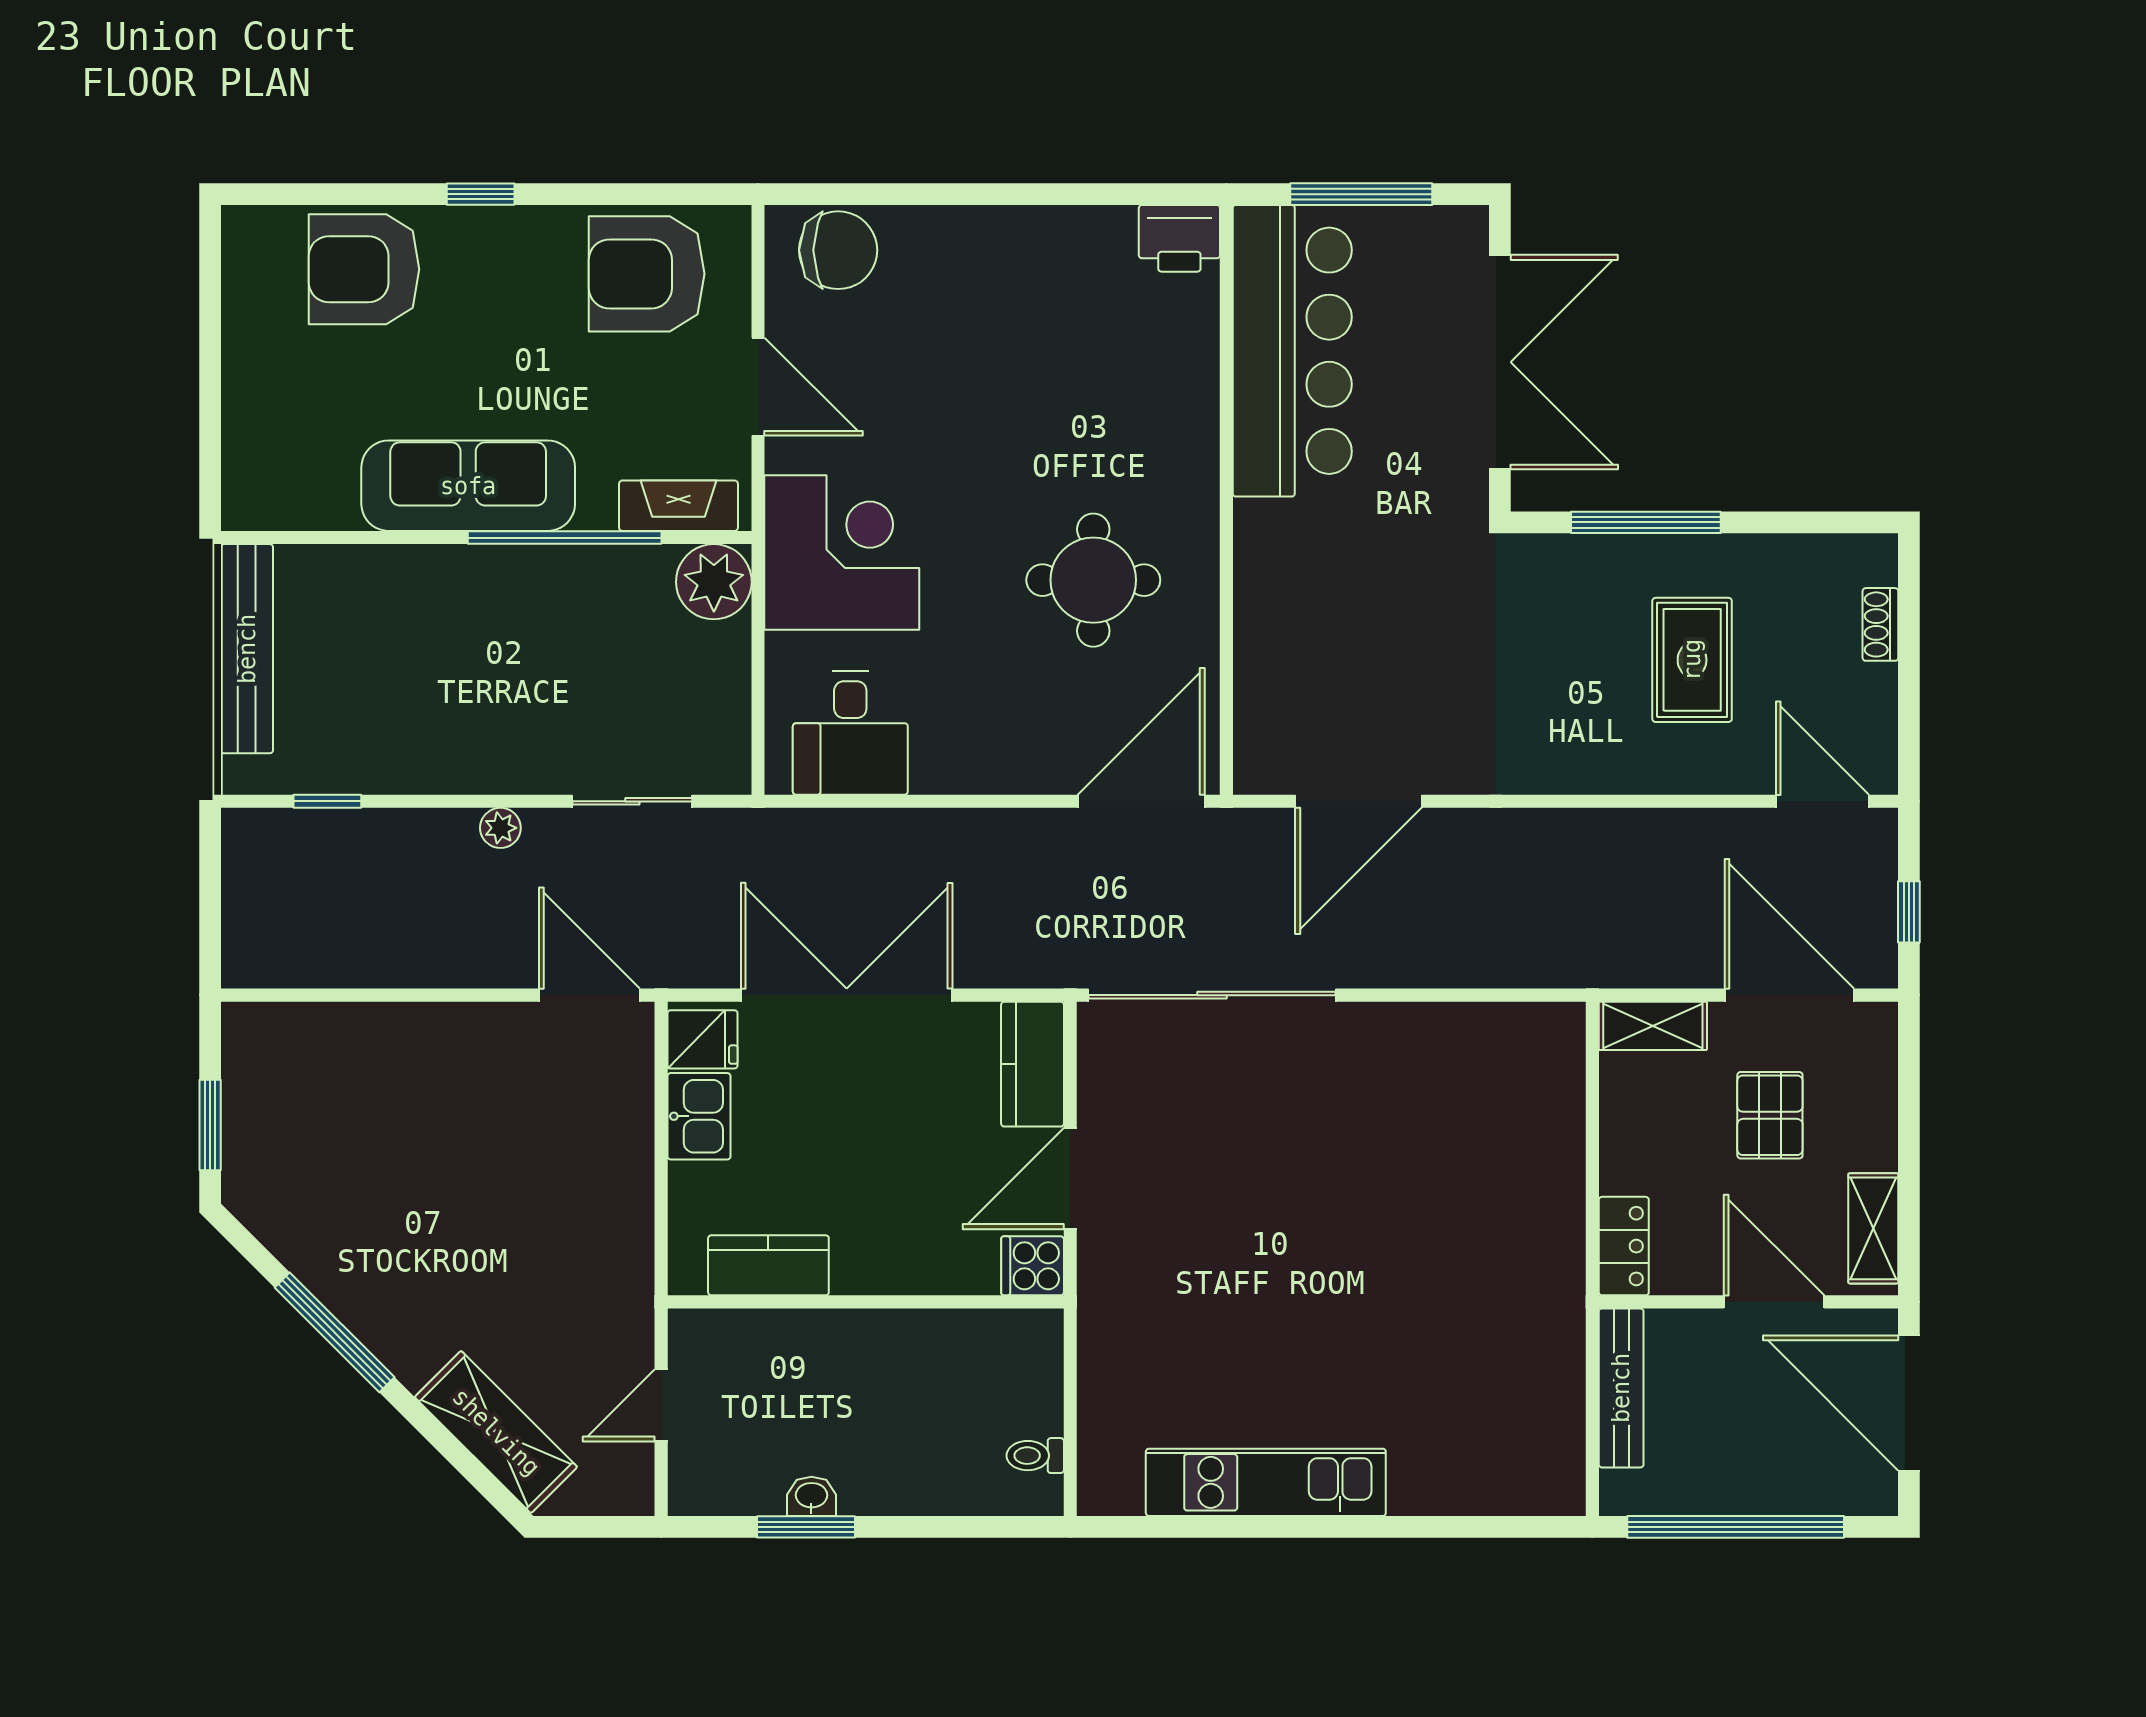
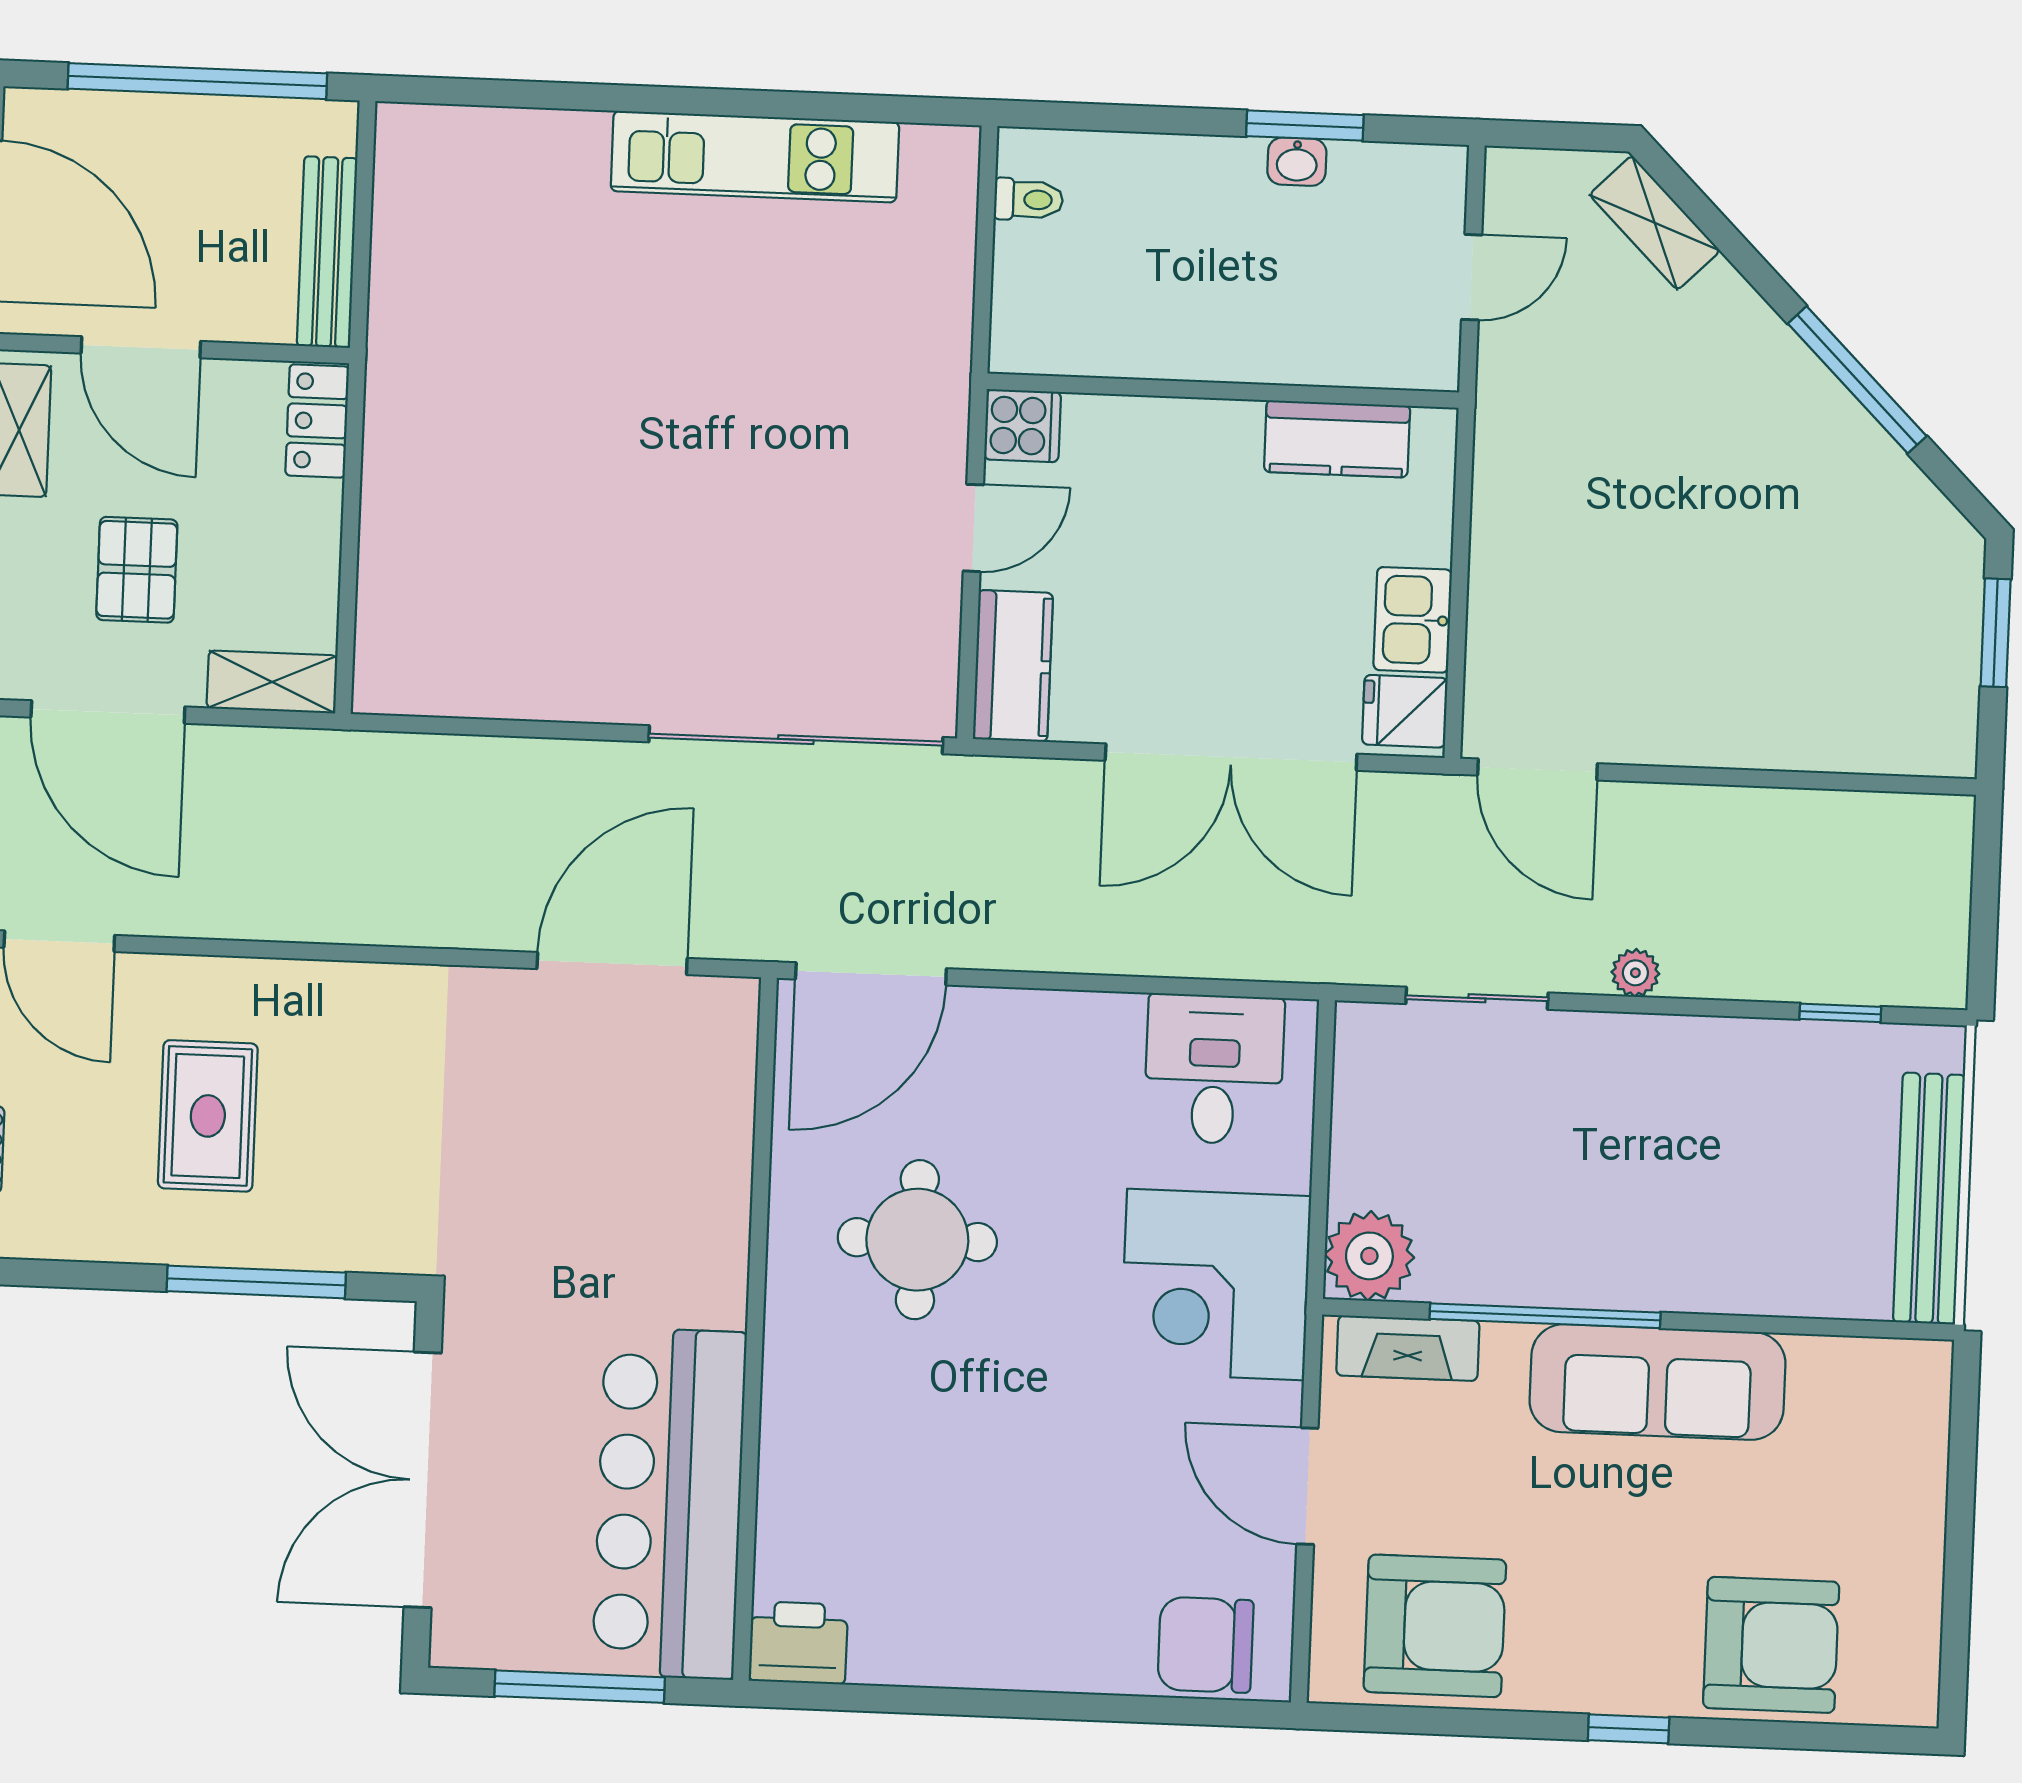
door: (1070, 1178) -> (973, 528), width x0.73
shelving: (496, 1432) -> (1655, 223), width x0.67, depth x0.75

